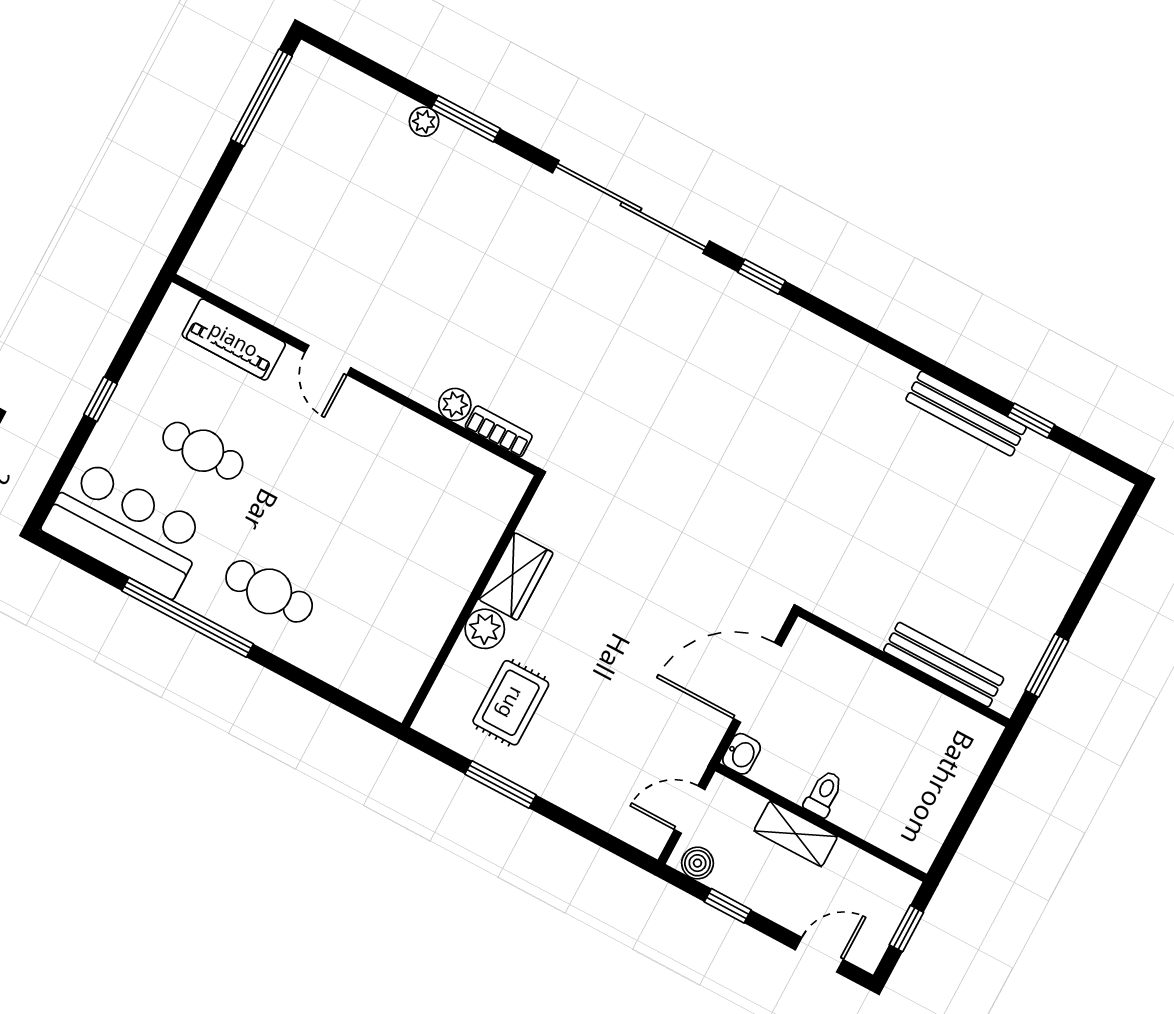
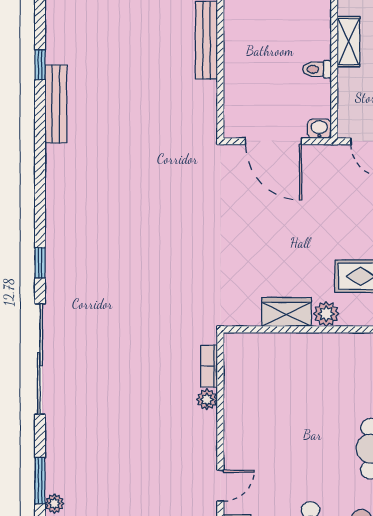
shelving: (796, 834) -> (349, 42), moved

